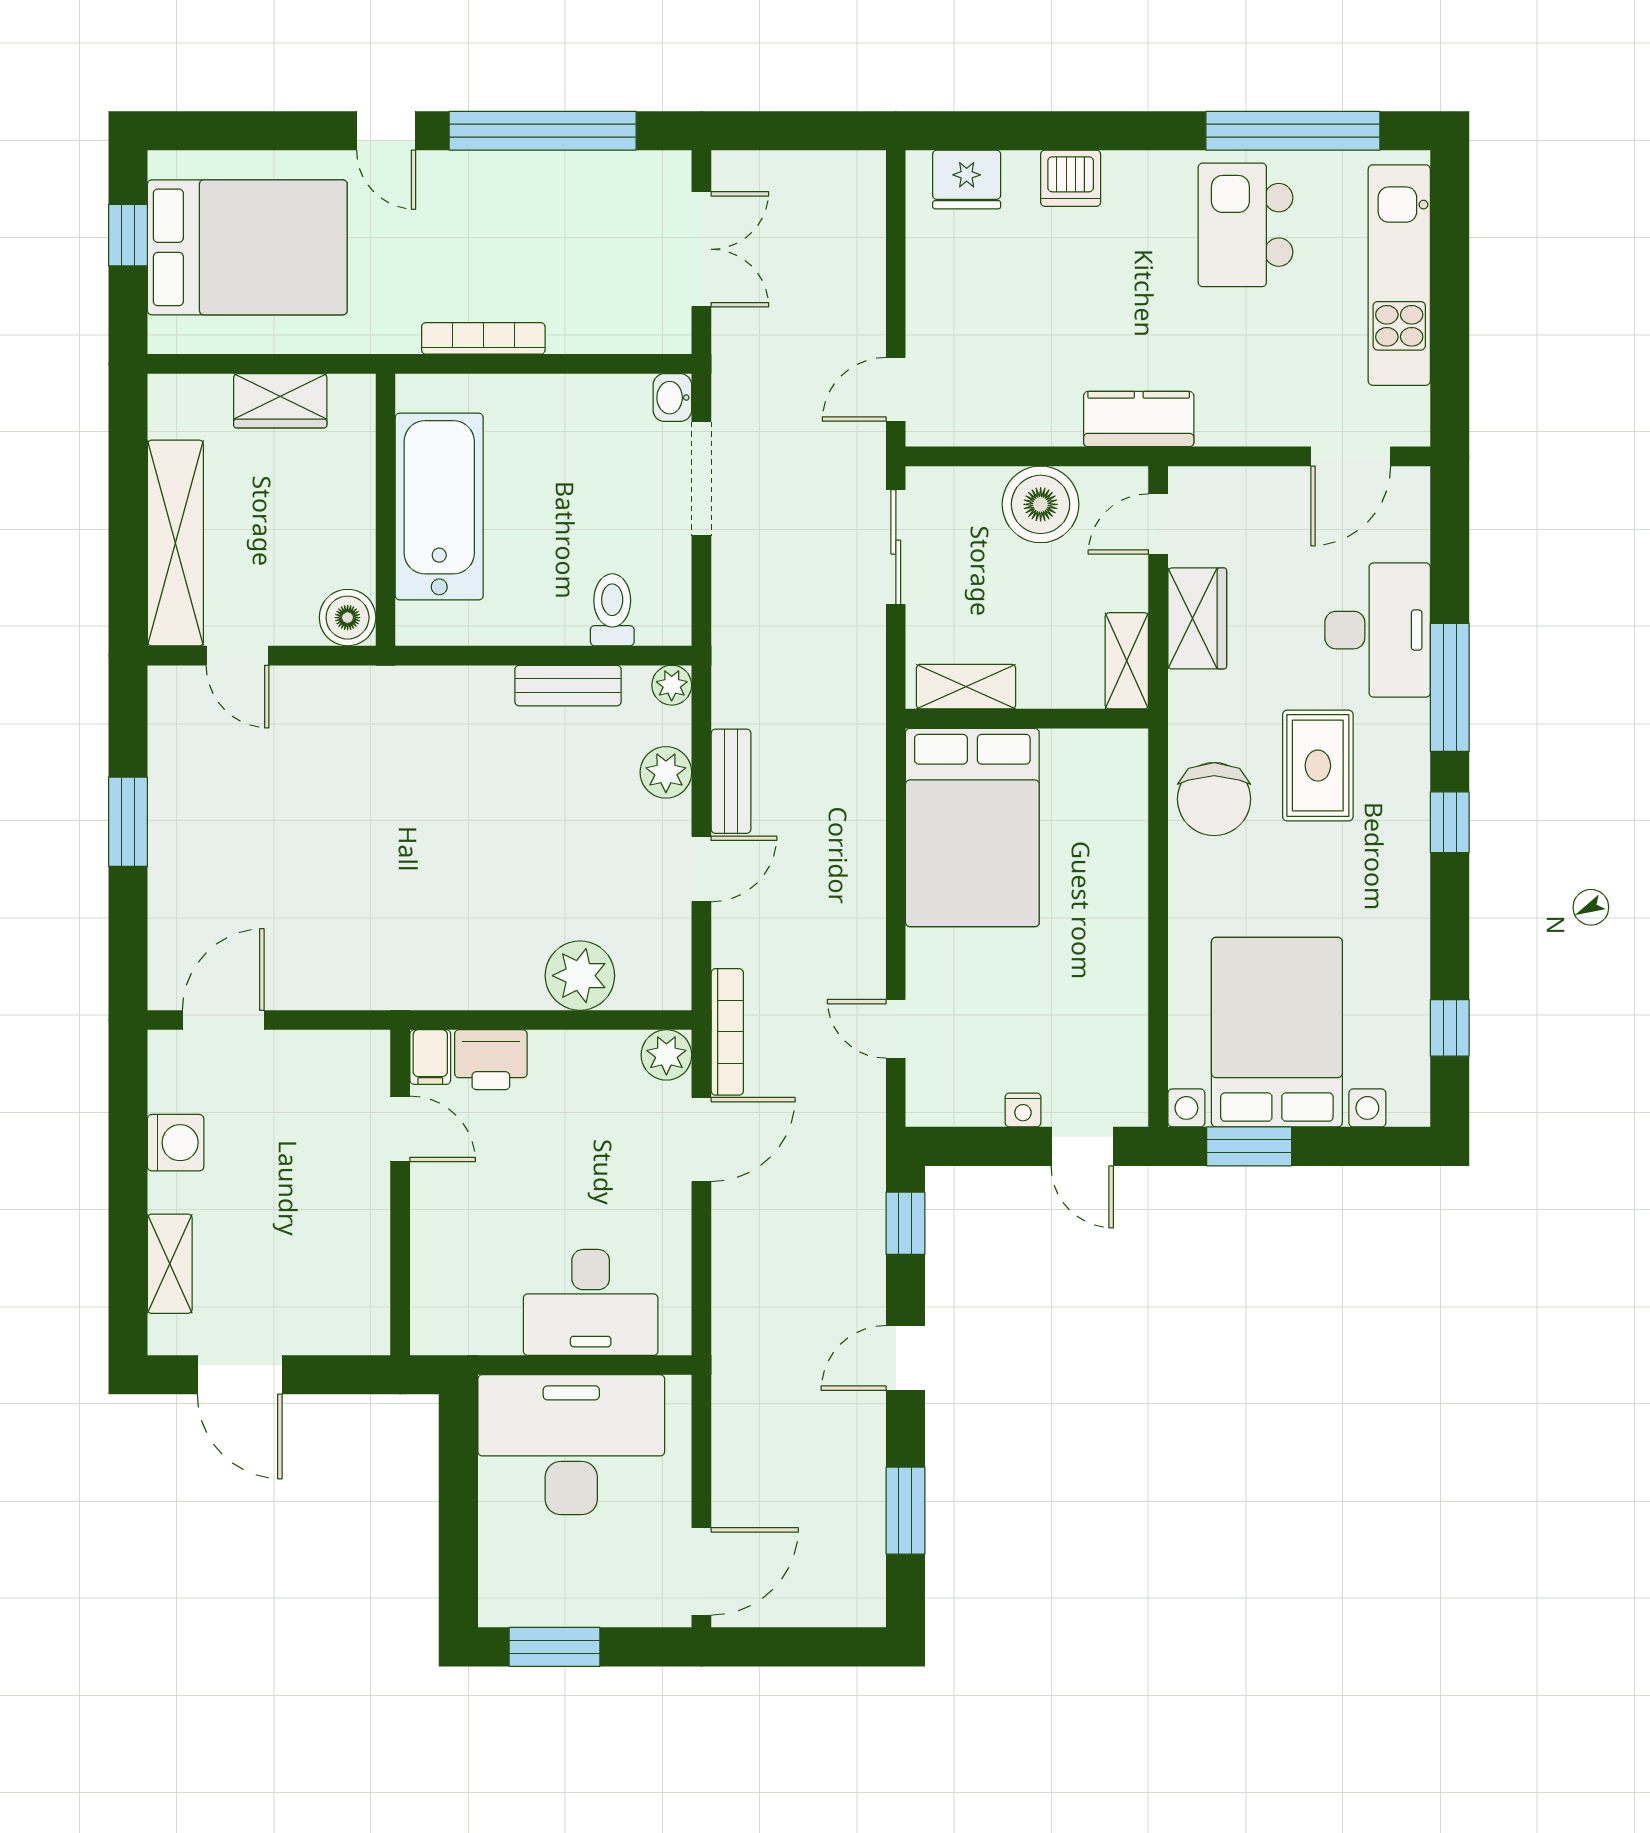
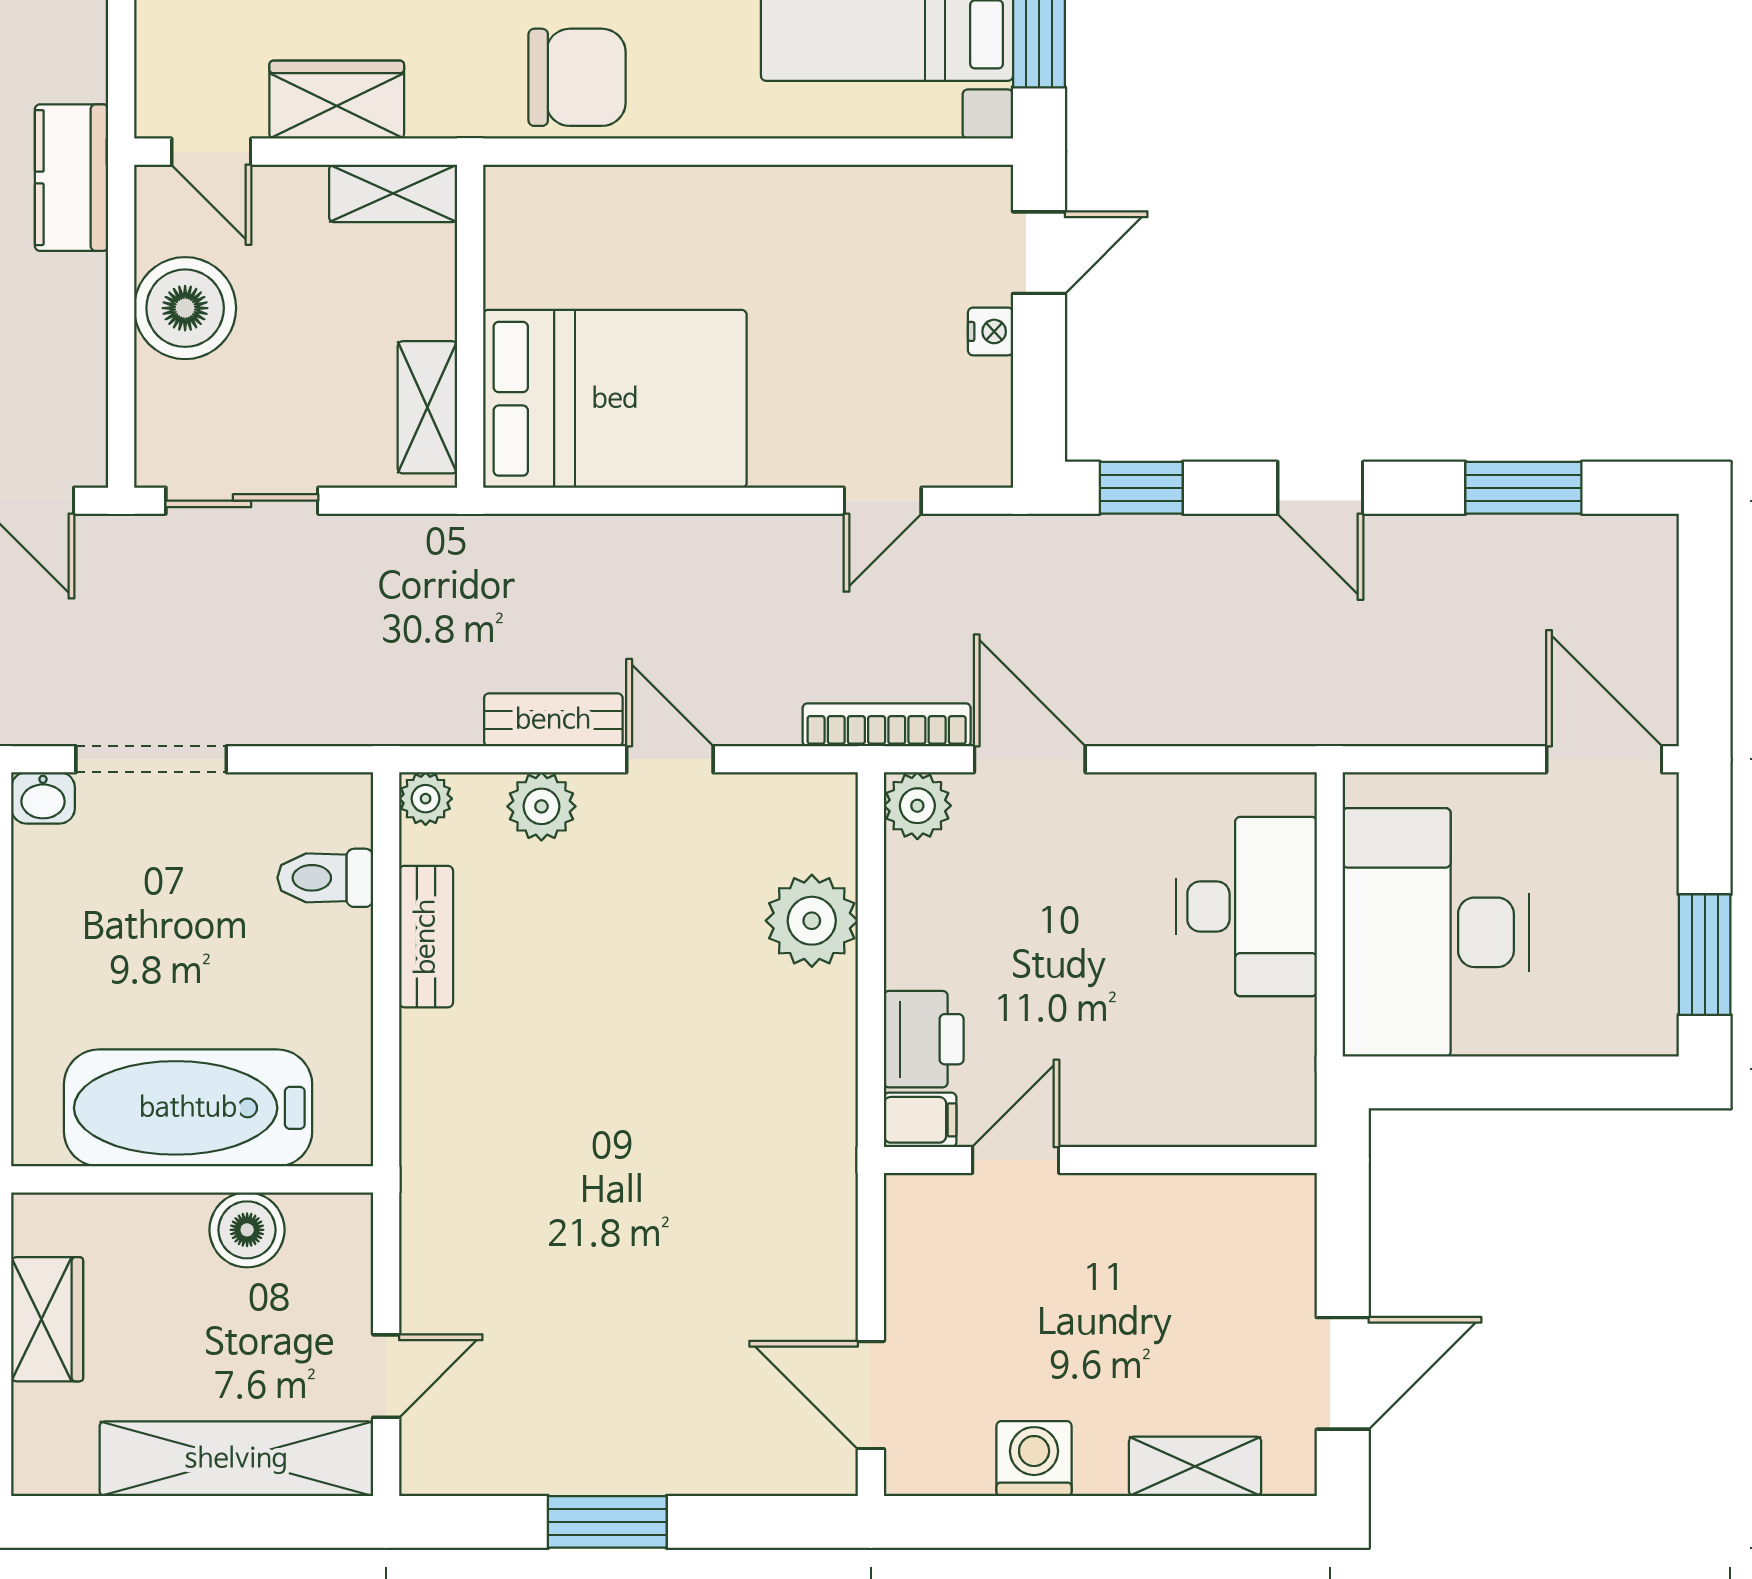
boiler: (348, 618) -> (247, 1230), moved

